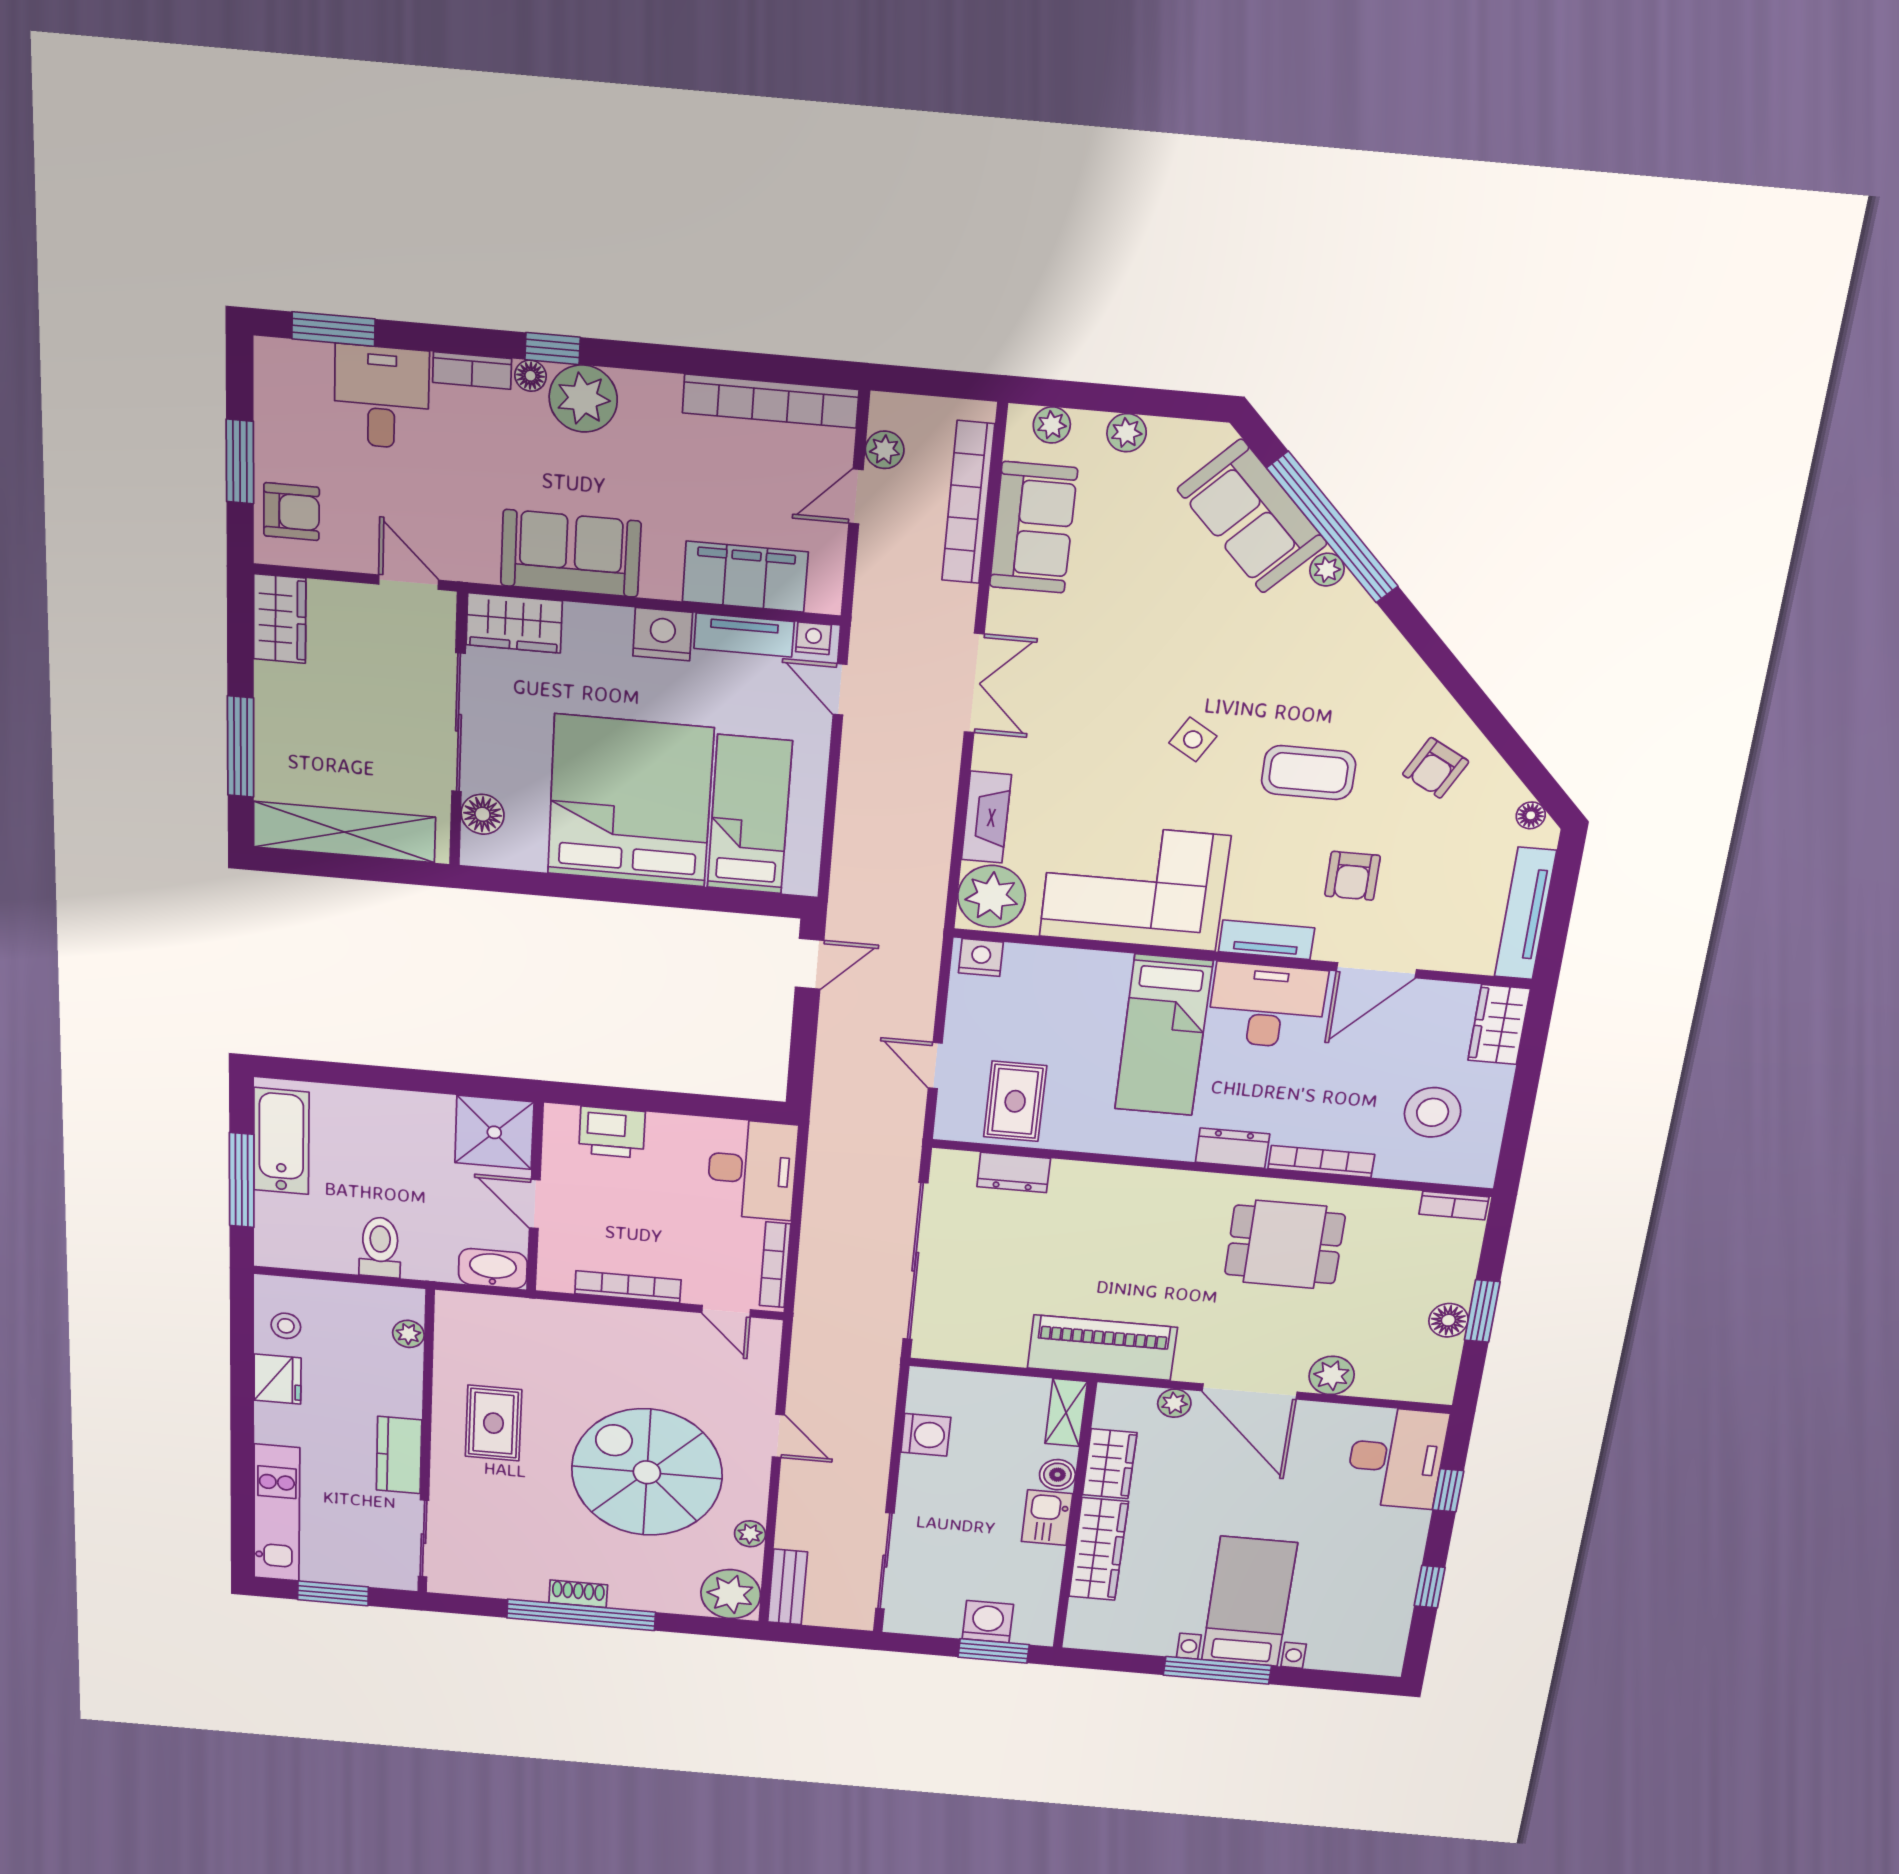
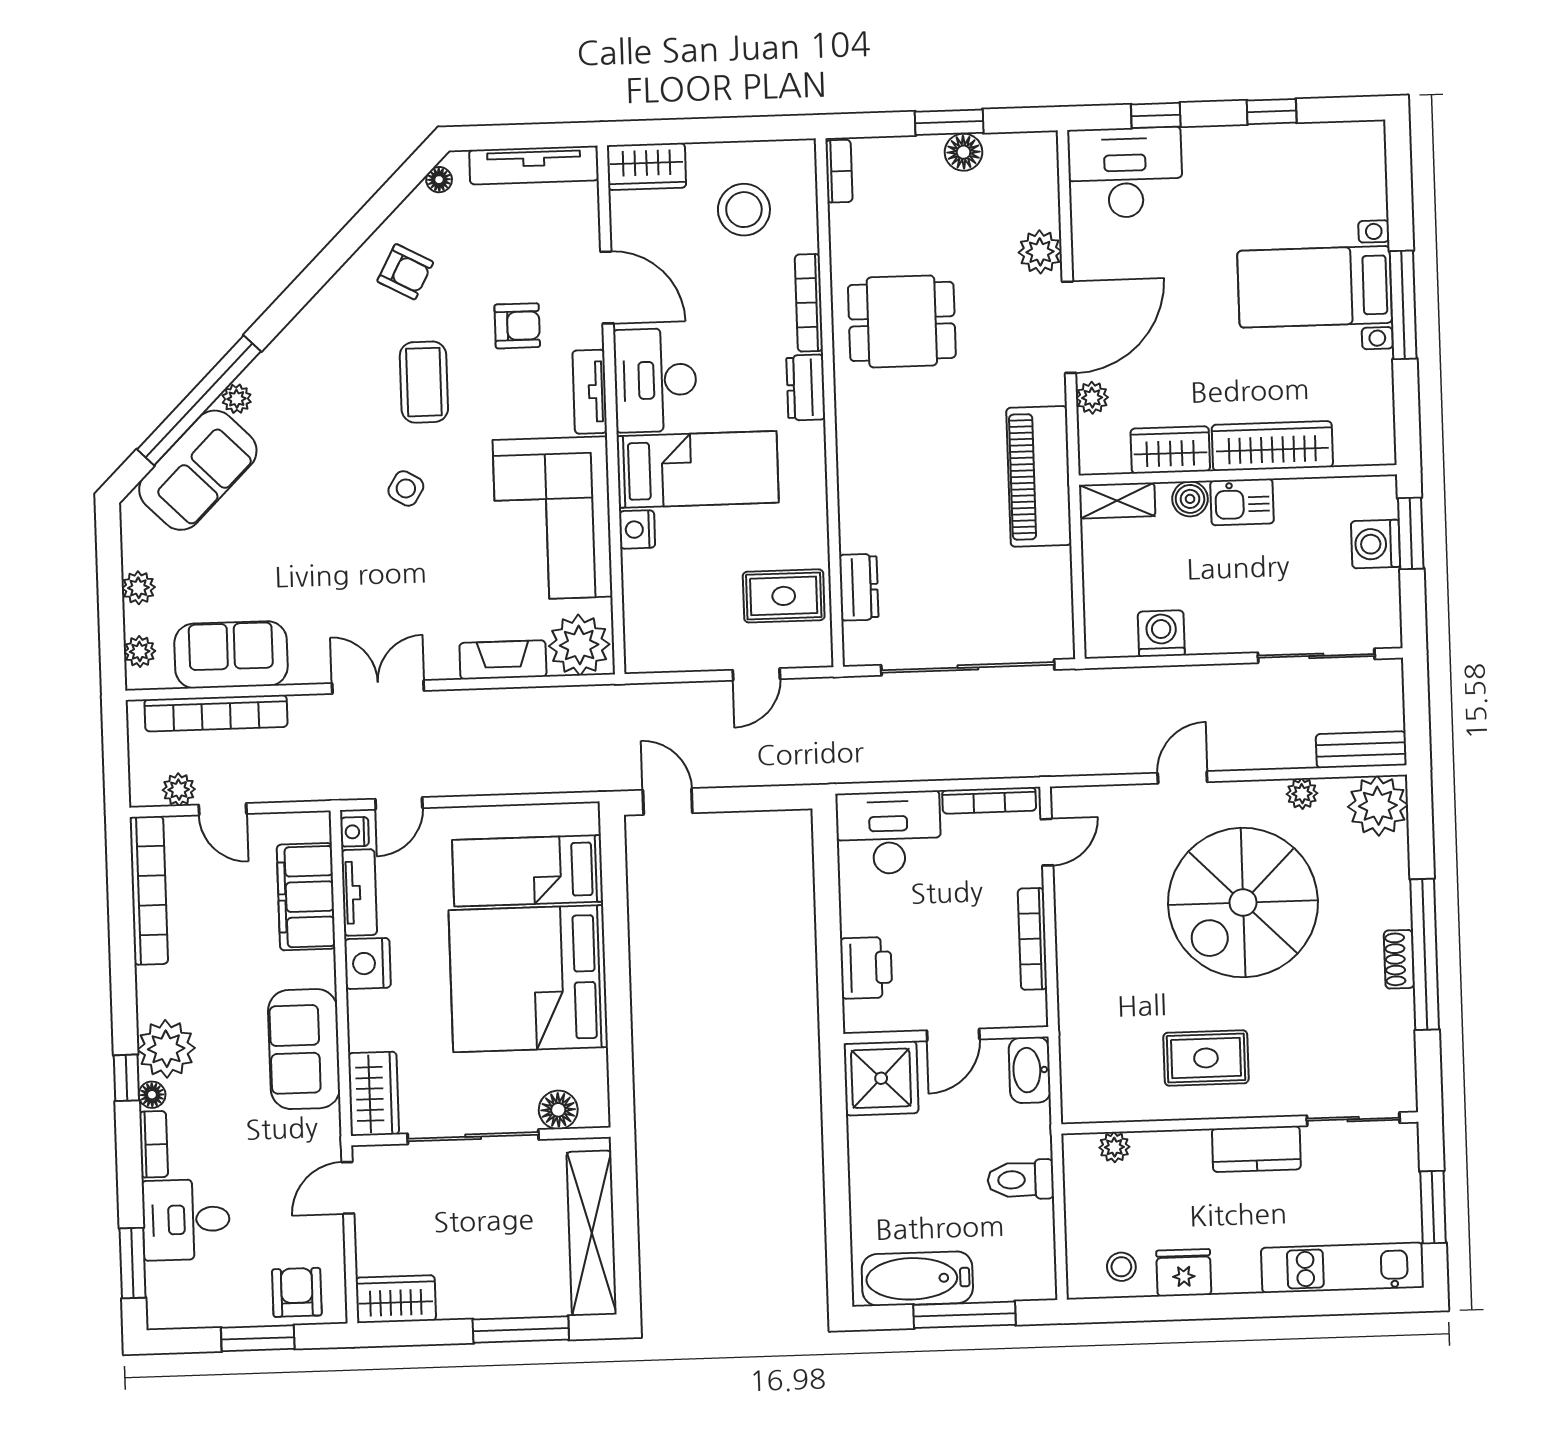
nightstand: (981, 957) -> (637, 529), moved
dining table: (1285, 1244) -> (902, 321), turned 90

